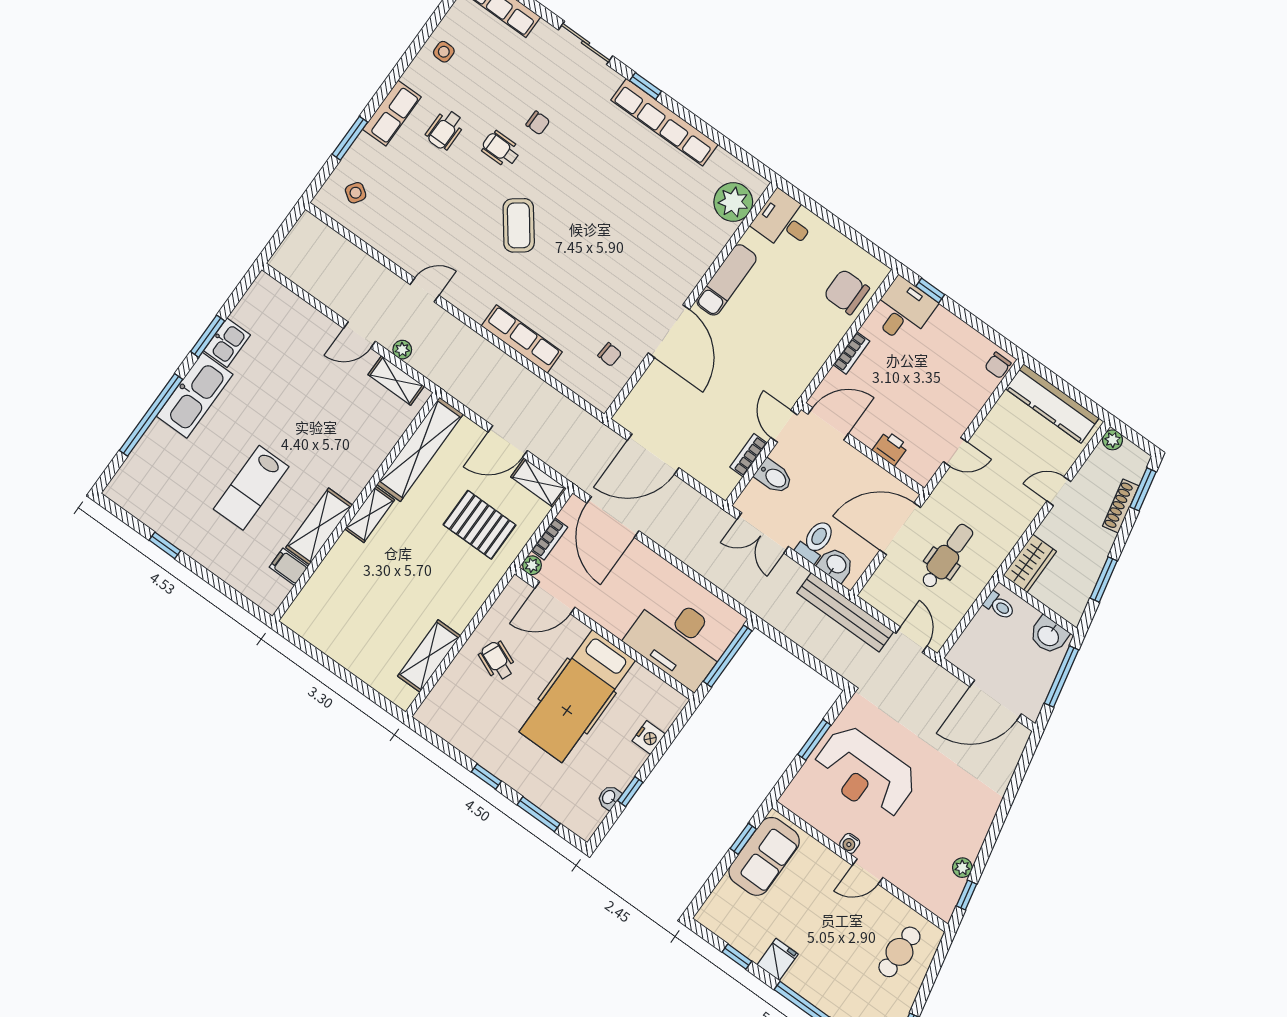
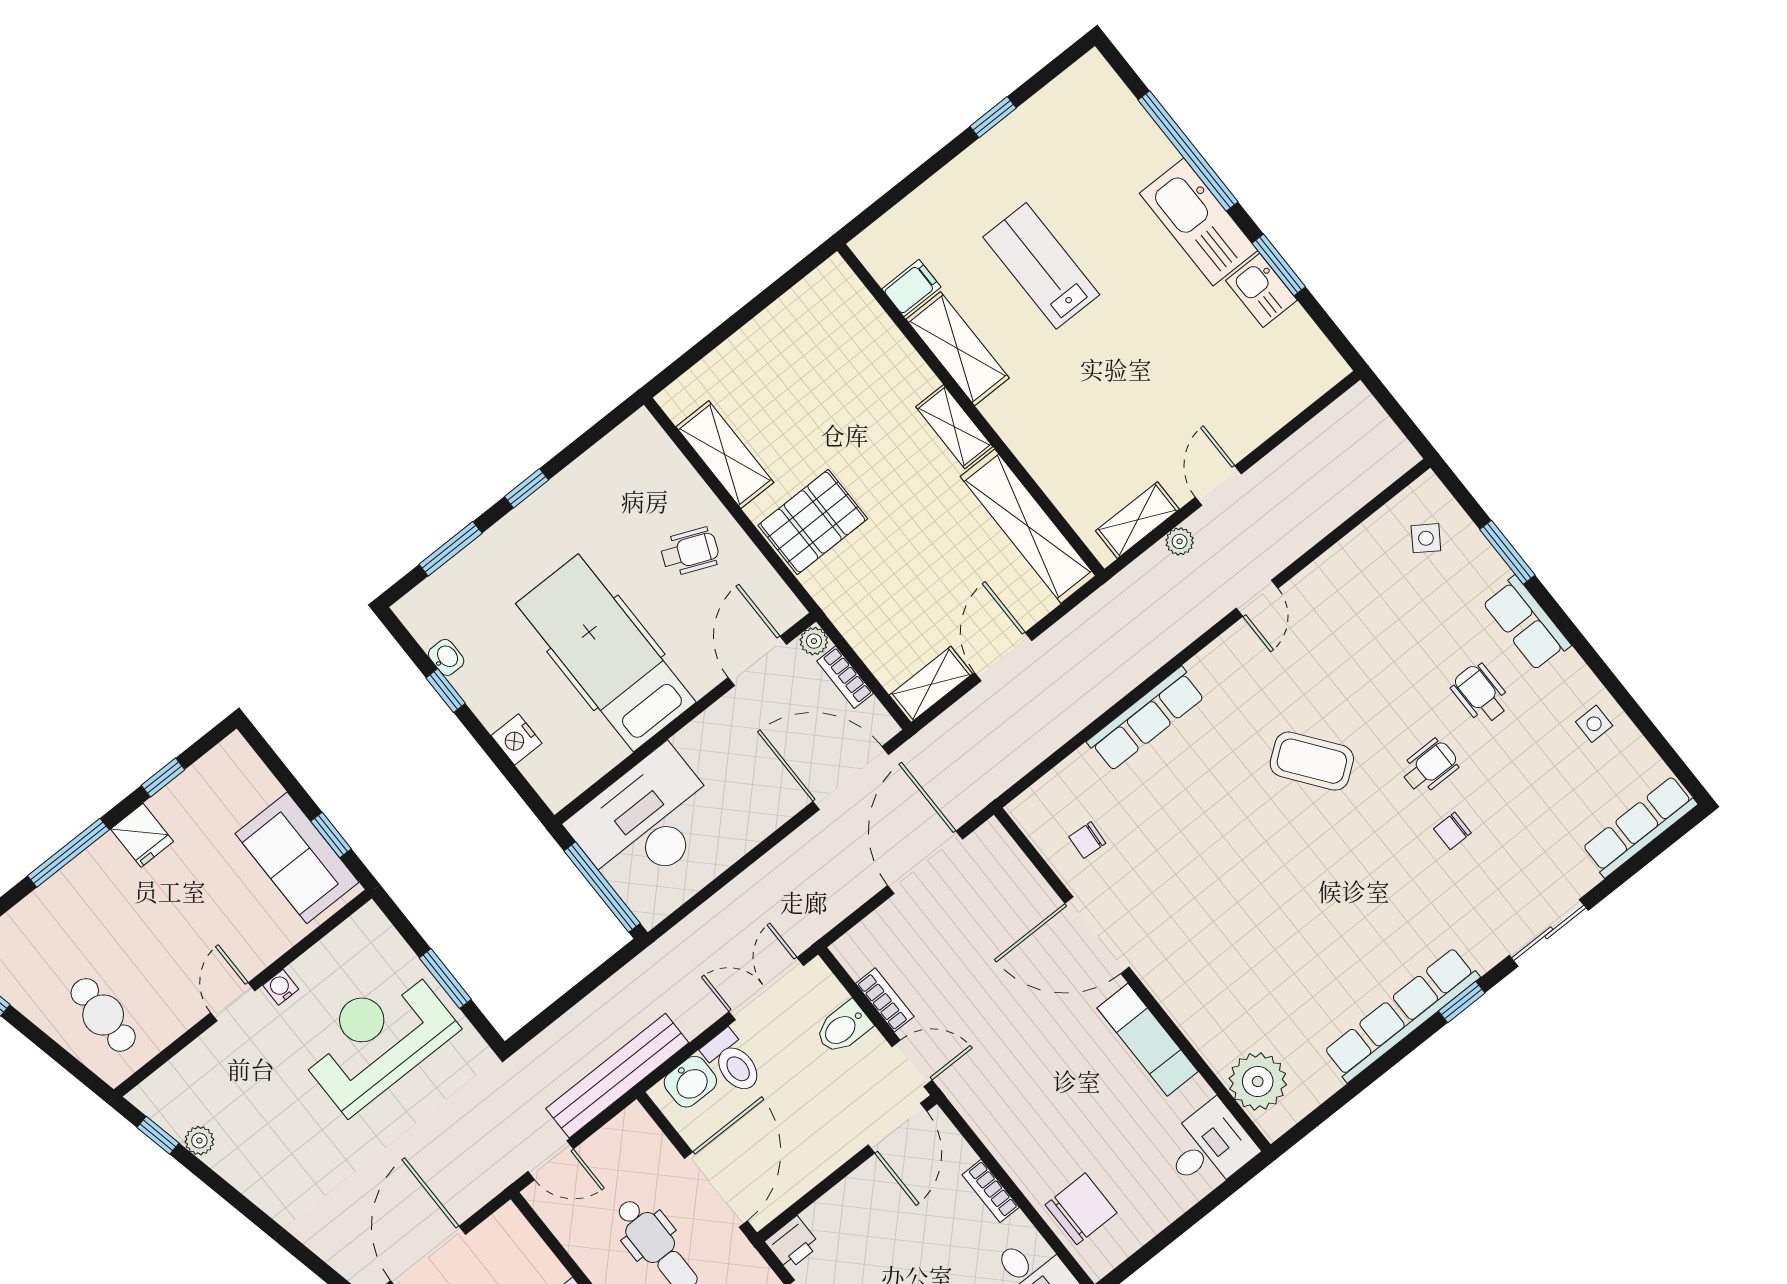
printer: (890, 448) -> (792, 1243), moved
pallet: (480, 525) -> (813, 522), moved

